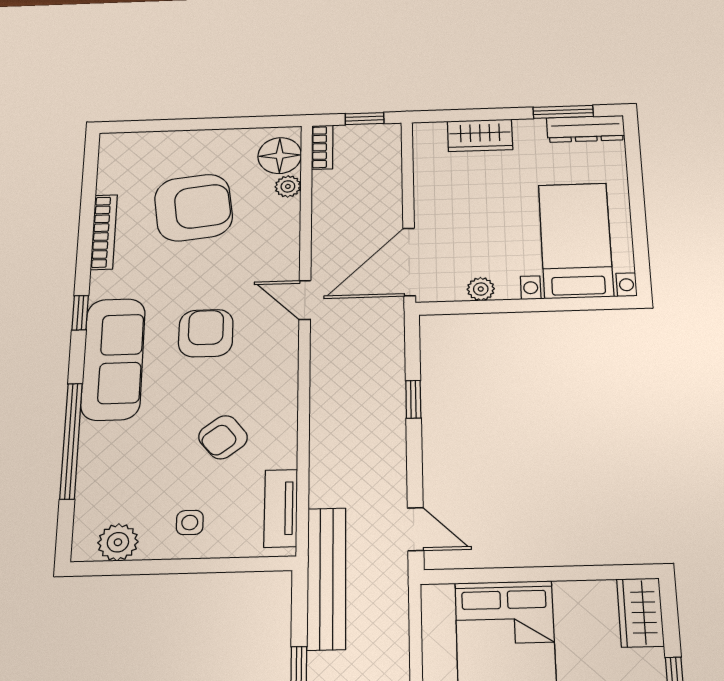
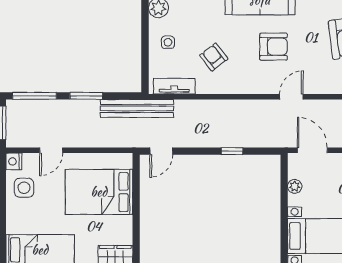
door: (409, 262) -> (312, 150), width x0.73

